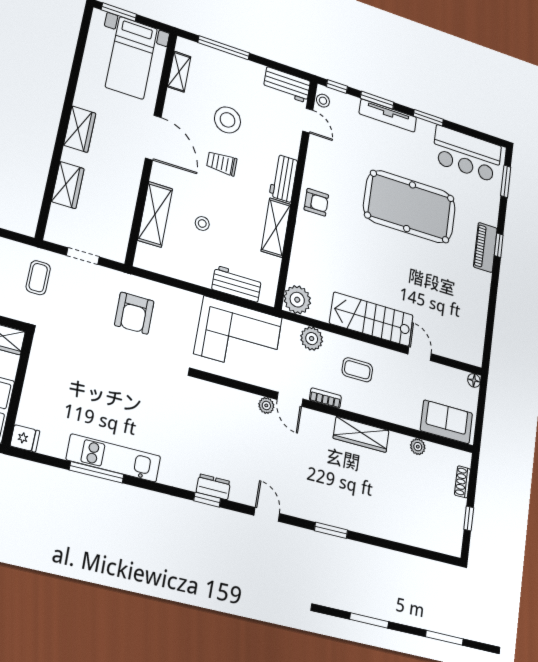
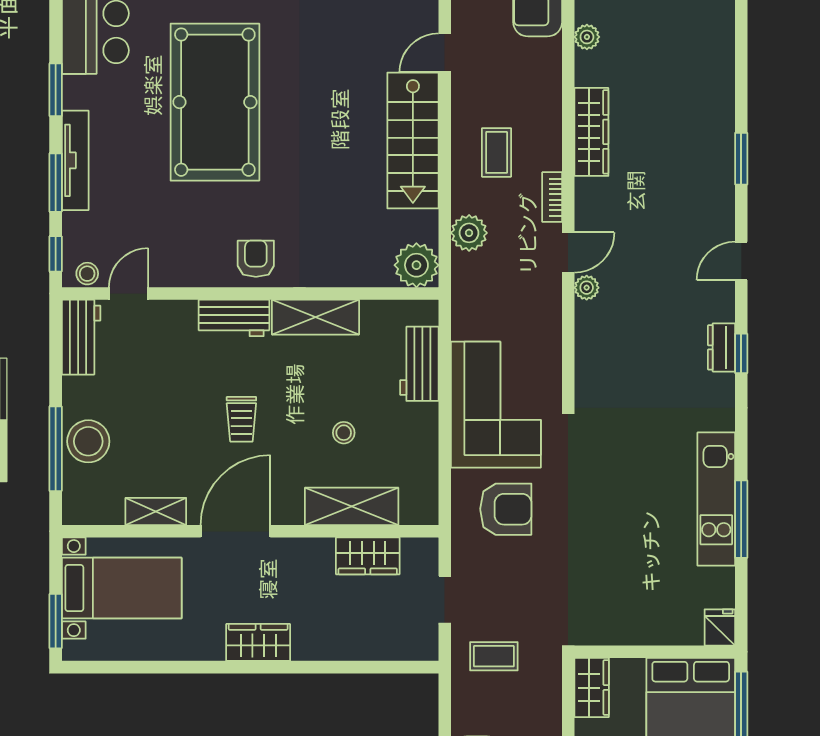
shelving: (179, 72) -> (156, 511), moved
stool: (227, 120) -> (88, 441), moved
wardrobe: (68, 185) -> (368, 556), moved, turned 180
corner sofa: (238, 336) -> (496, 405), moved

